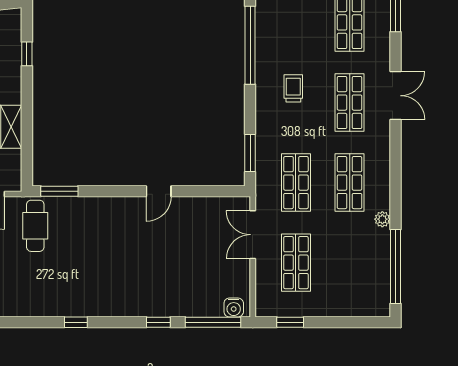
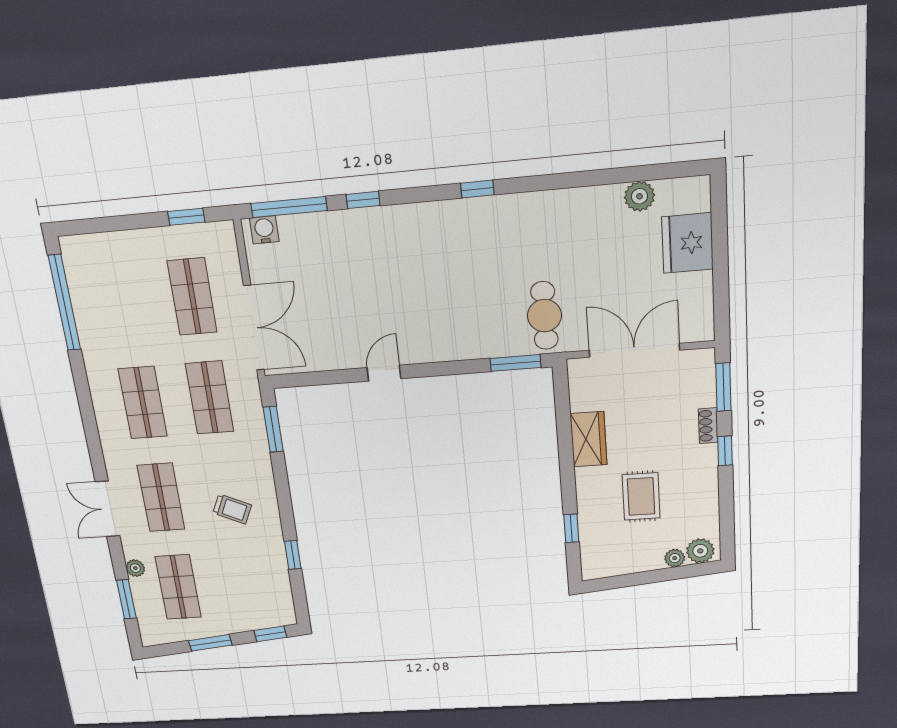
window: (250, 45) -> (293, 555), width x0.32
trolley: (293, 88) -> (232, 509), turned -65
plant: (382, 219) -> (135, 568), moved
double door: (253, 235) -> (254, 328), width x1.37

